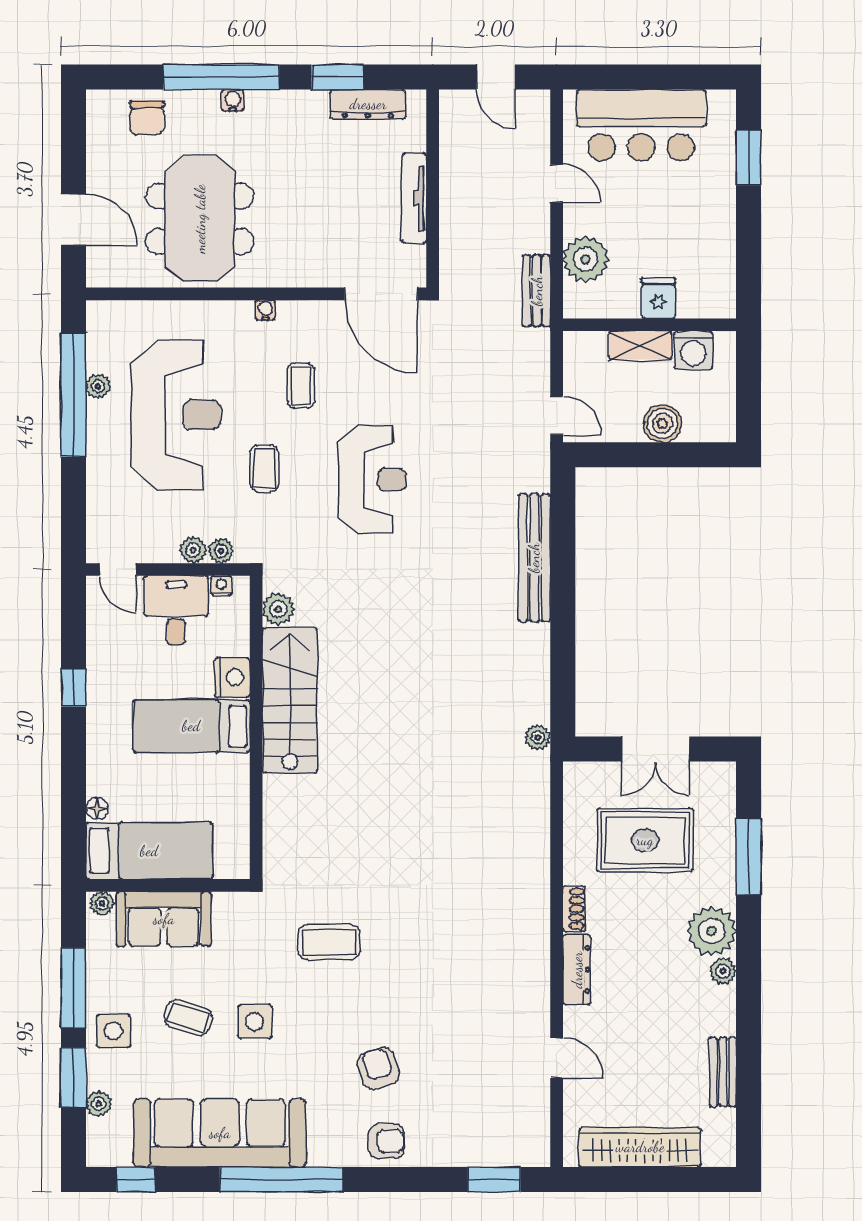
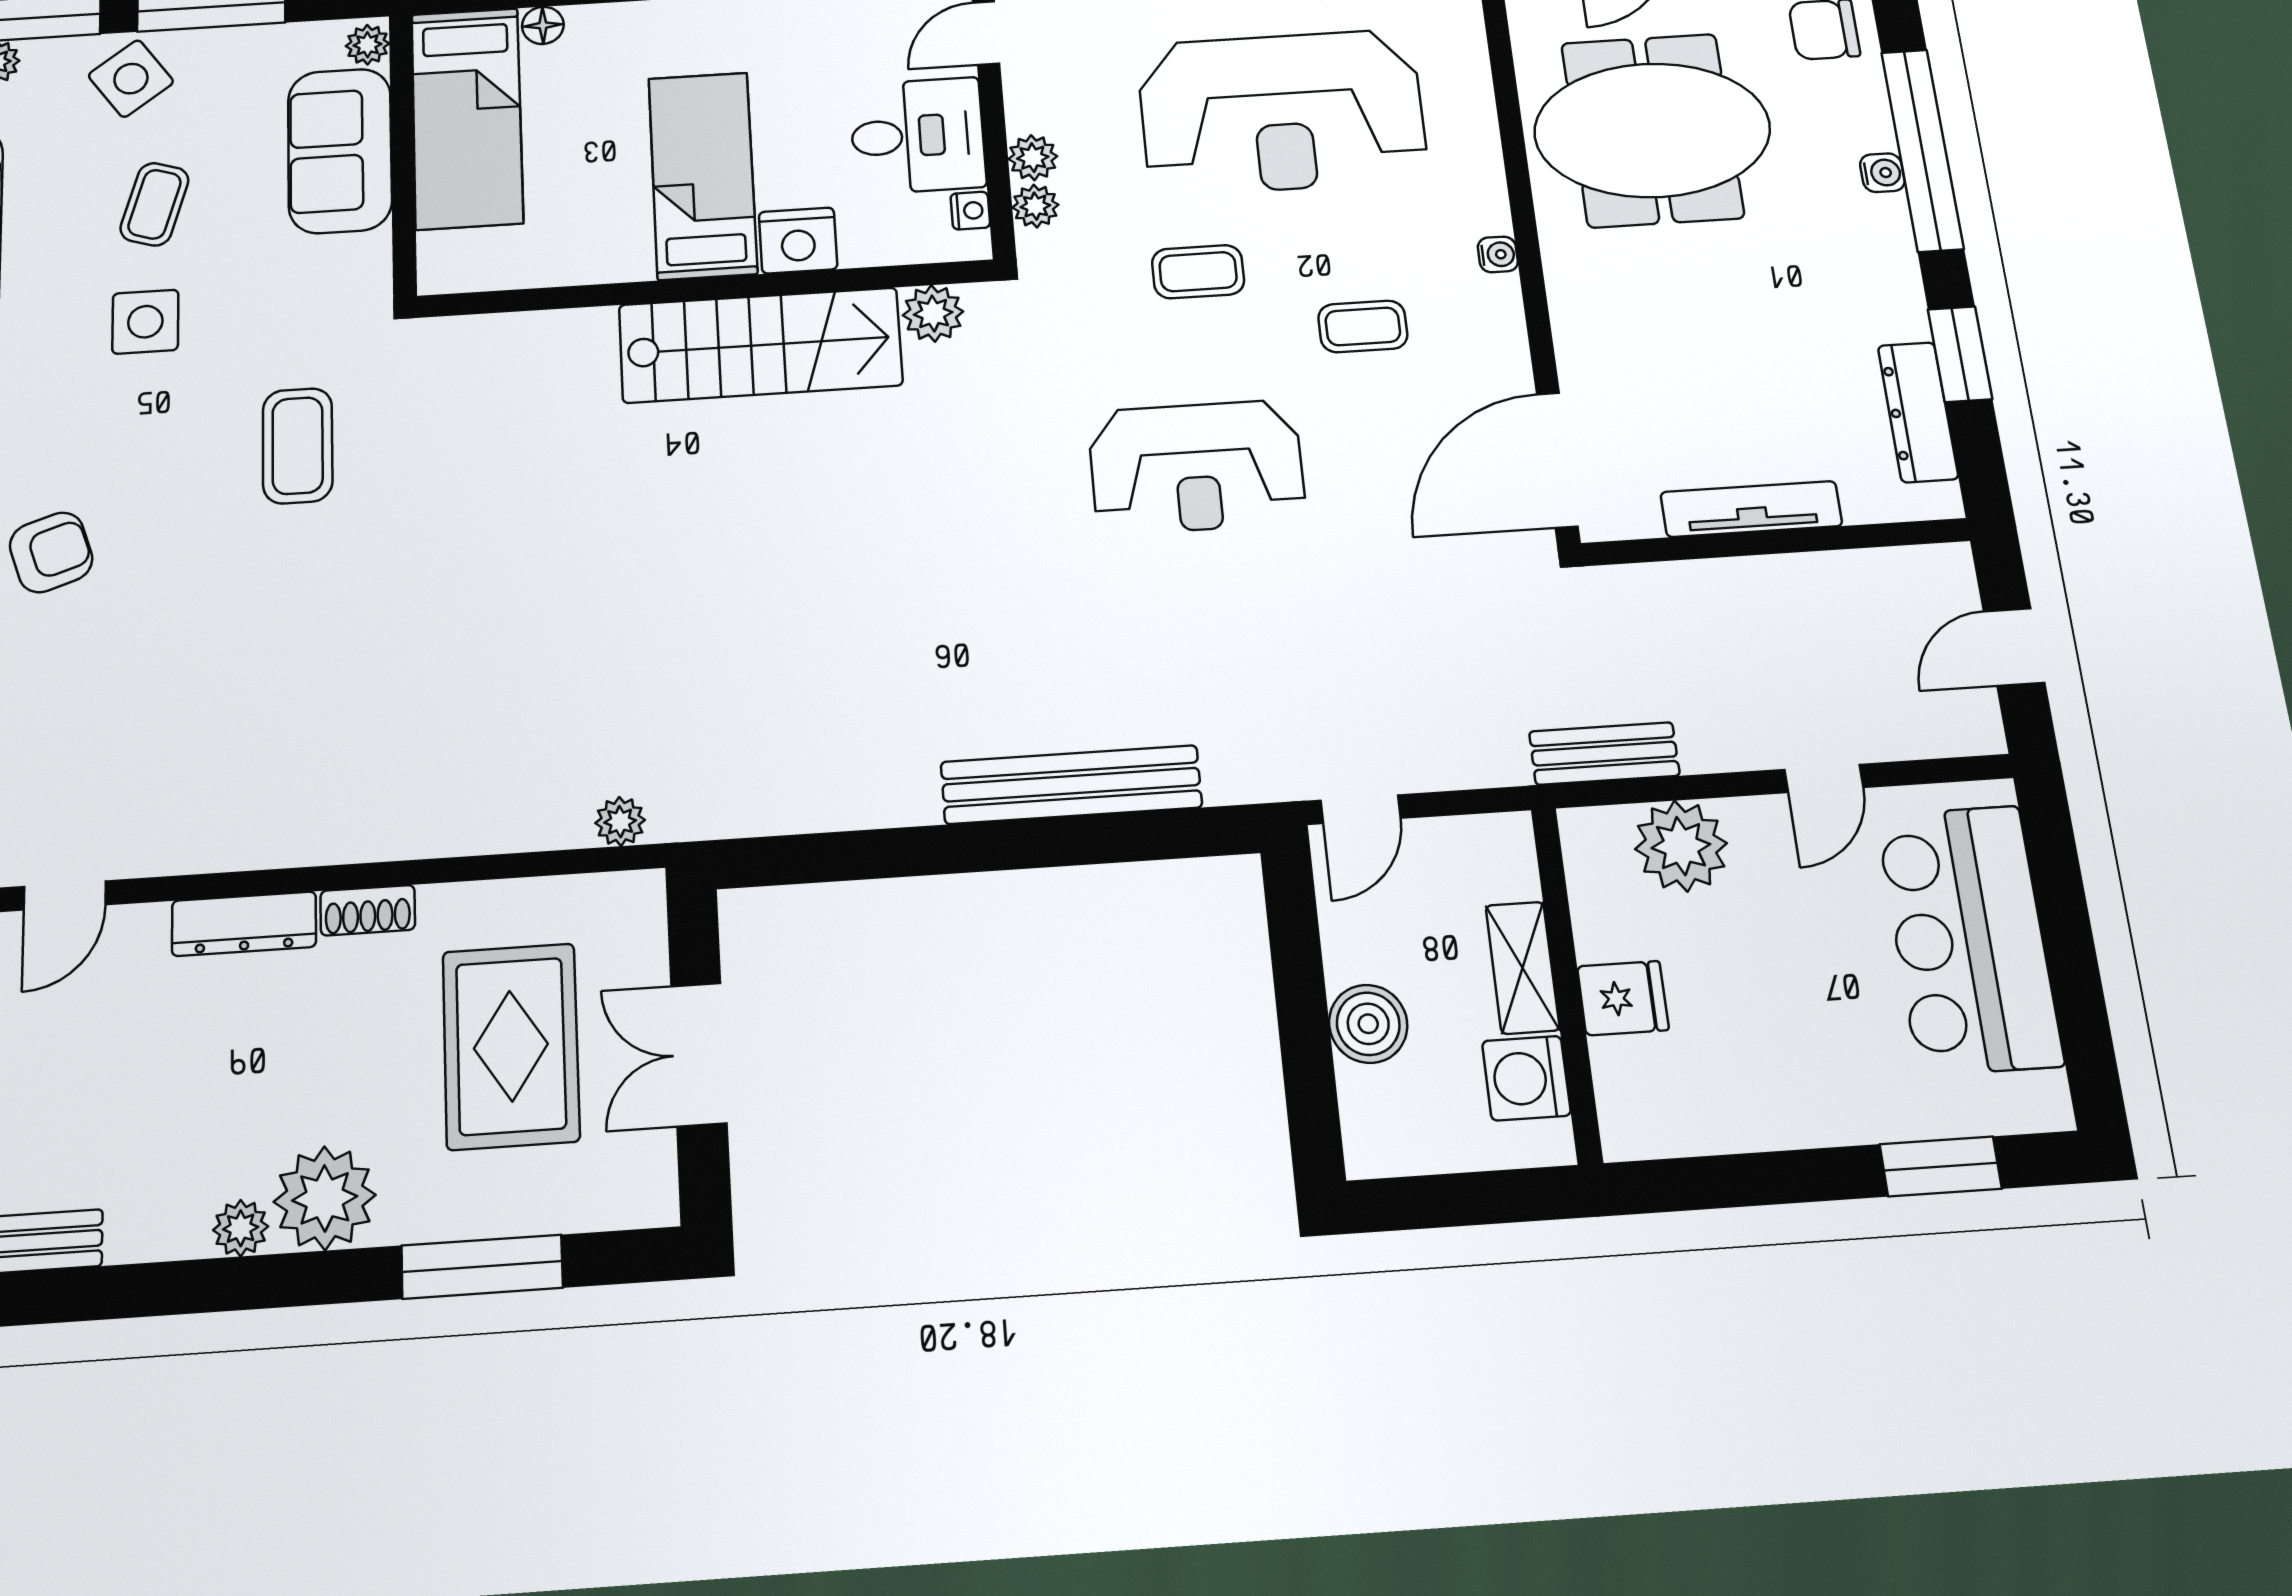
plant: (538, 738) -> (620, 821), moved
side table: (113, 1031) -> (131, 79), turned -36

